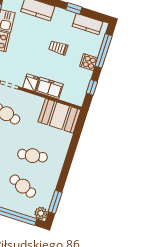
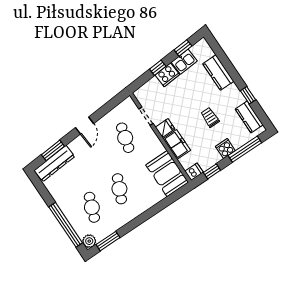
dishwasher: (79, 98) -> (194, 172), added
cafe table: (32, 156) -> (119, 189), turned 33

